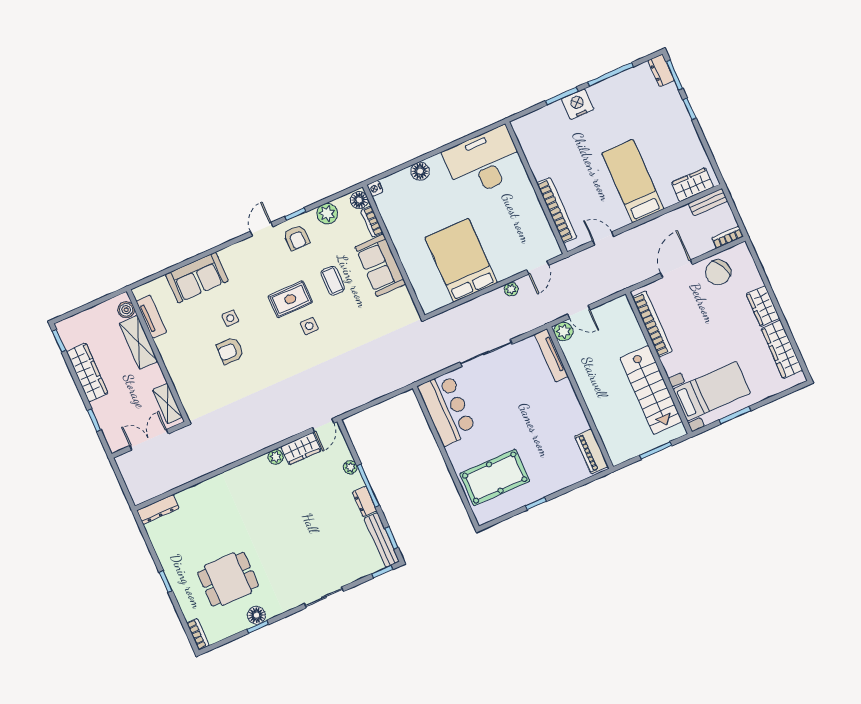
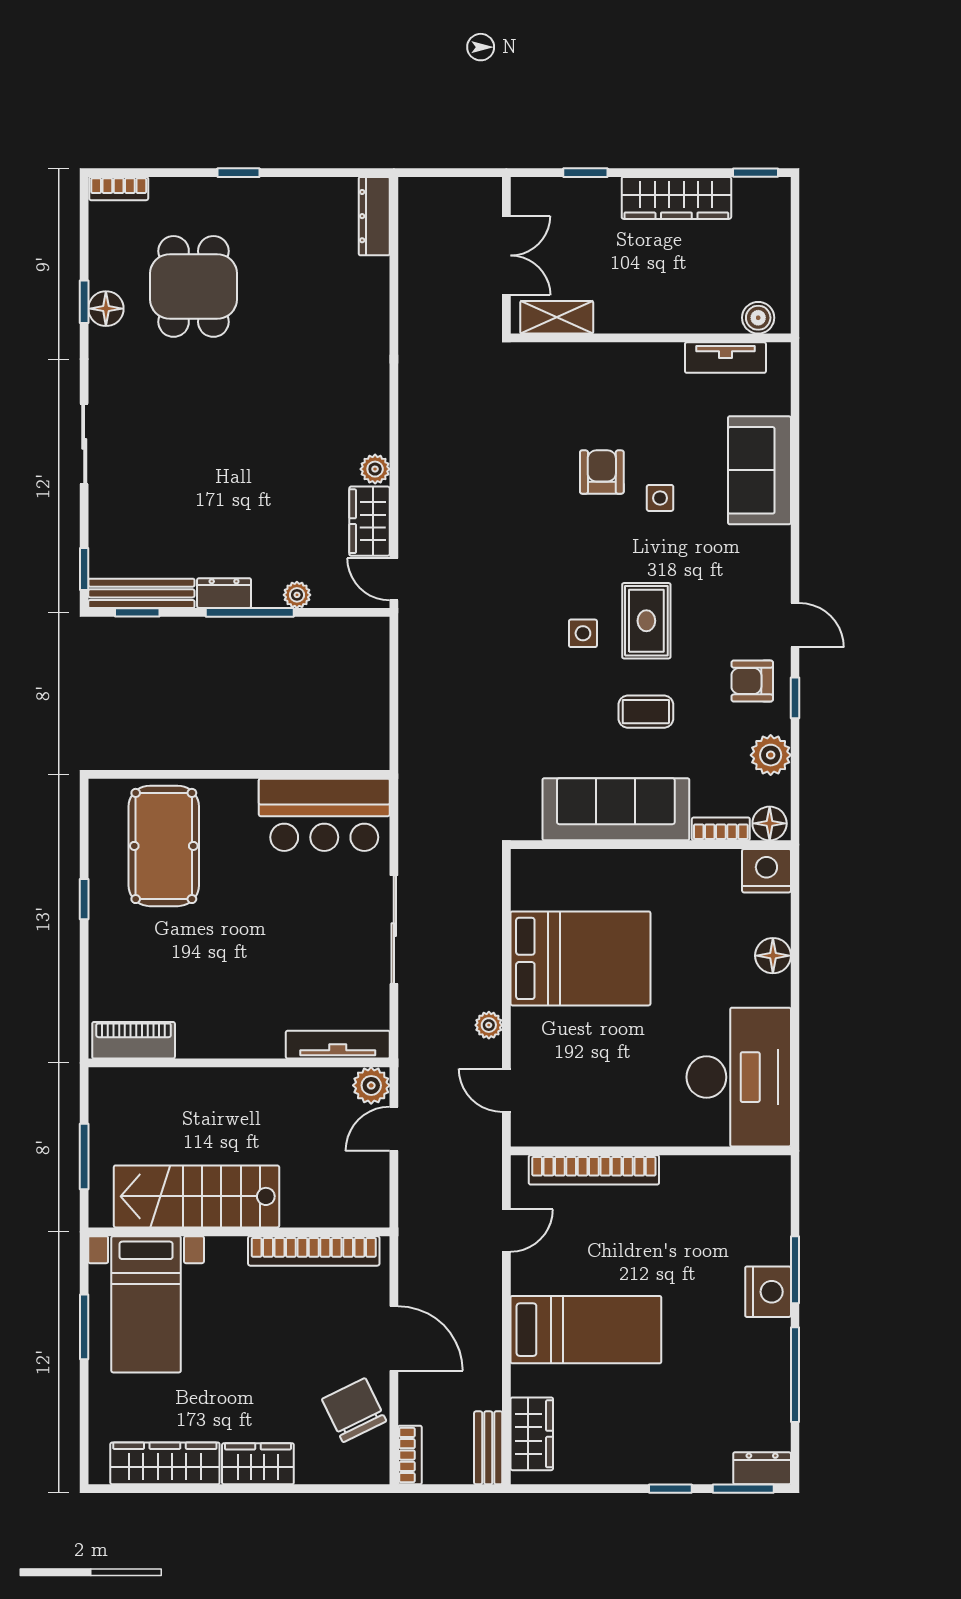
nightstand: (375, 188) -> (766, 871), width x1.89, depth x1.79
sofa: (380, 265) -> (616, 809), width x1.36
shelving: (138, 342) -> (690, 314), removed

